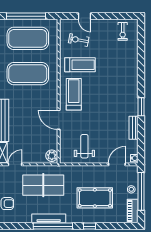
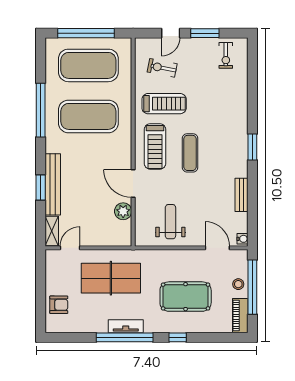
door: (85, 16) -> (171, 33), hinge flipped
window: (108, 16) -> (205, 33), added
treadmill: (74, 94) -> (155, 146), turned 180
exercise mat: (98, 99) -> (190, 153), added
window: (141, 107) -> (252, 147), moved
plant: (52, 156) -> (123, 211), moved
door: (117, 164) -> (217, 248), hinge flipped
tv unit: (49, 218) -> (126, 326), width x0.71

